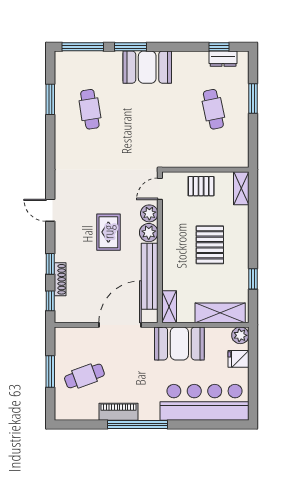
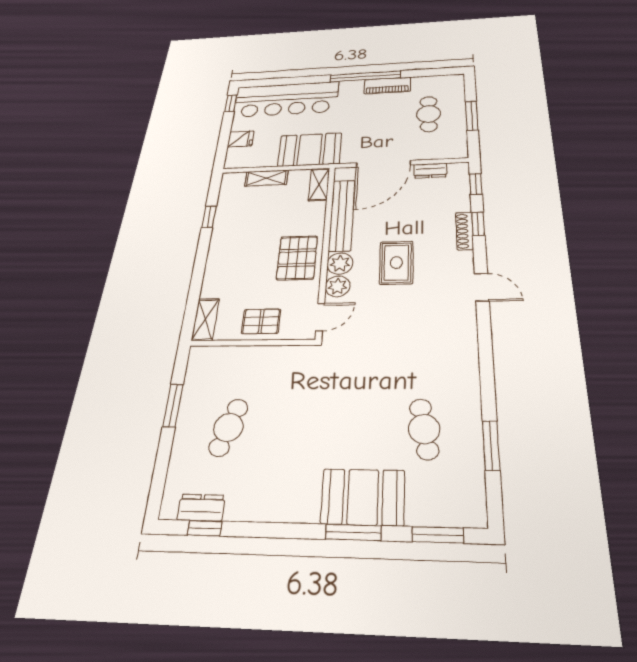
window: (83, 47) -> (438, 535), width x0.69
booth: (147, 67) -> (363, 497), moved
window: (253, 98) -> (173, 405), moved
cafe table: (213, 109) -> (228, 427), turned 30
pallet: (210, 245) -> (297, 258), moved
shoe rack: (60, 279) -> (465, 231), moved
shelving: (220, 313) -> (266, 178), width x0.67, depth x0.75
dresser: (84, 316) -> (430, 171), added
plant: (240, 335) -> (235, 161), removed
cafe table: (84, 376) -> (429, 114), turned -70
window: (253, 401) -> (231, 103), added

